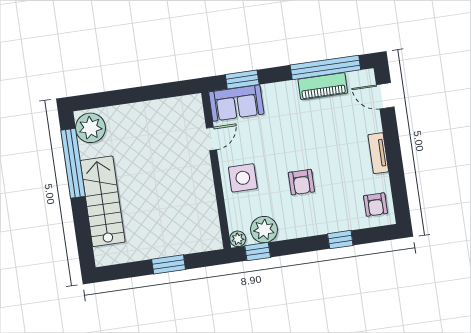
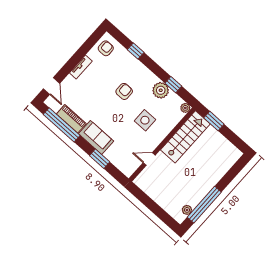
sofa: (236, 103) -> (96, 137), moved
plant: (90, 128) -> (187, 210), width x0.53, depth x0.53
door: (212, 139) -> (149, 159), moved
wall: (216, 170) -> (162, 145), moved
stairs: (103, 201) -> (185, 137), moved, turned 180
plant: (238, 239) -> (185, 108), moved

